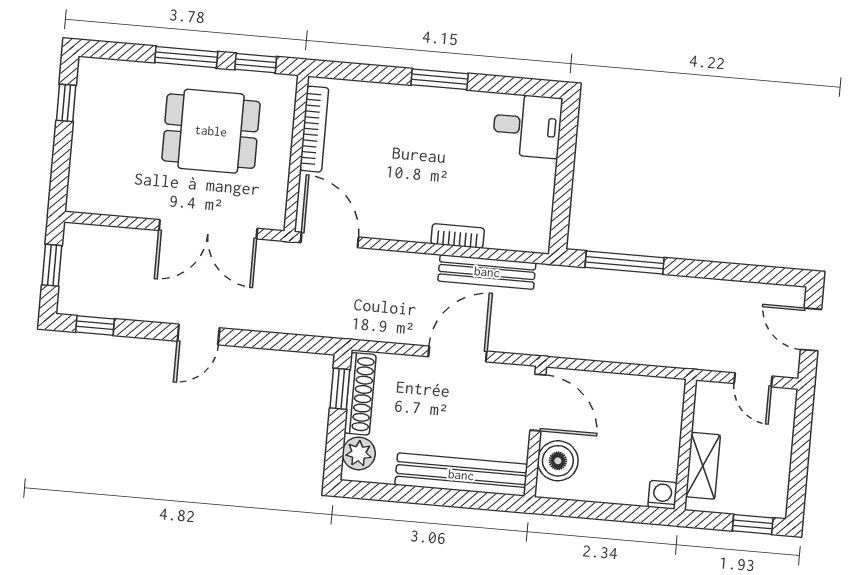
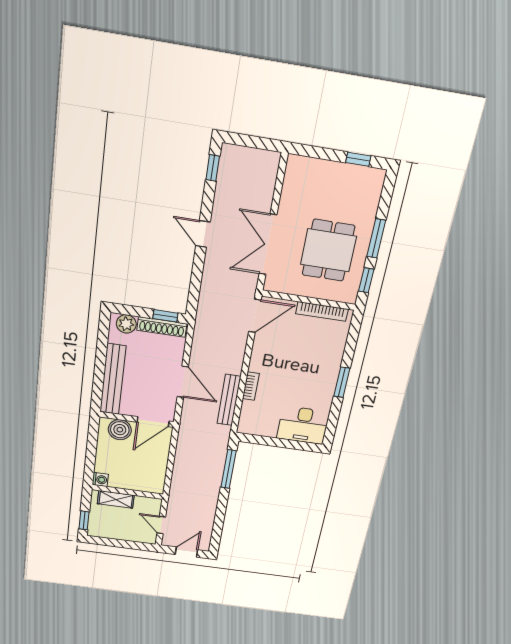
desk: (527, 126) -> (303, 425), width x1.37
window: (52, 265) -> (254, 142), removed
door: (753, 380) -> (161, 525), hinge flipped

